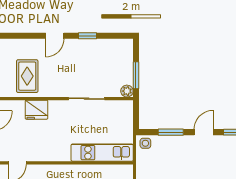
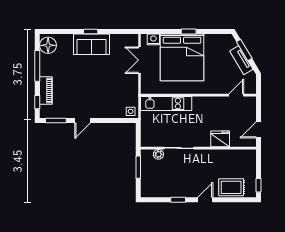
rug: (27, 76) -> (231, 187), moved, turned 90
plant: (127, 91) -> (158, 154), moved
window: (171, 132) -> (110, 120), removed

